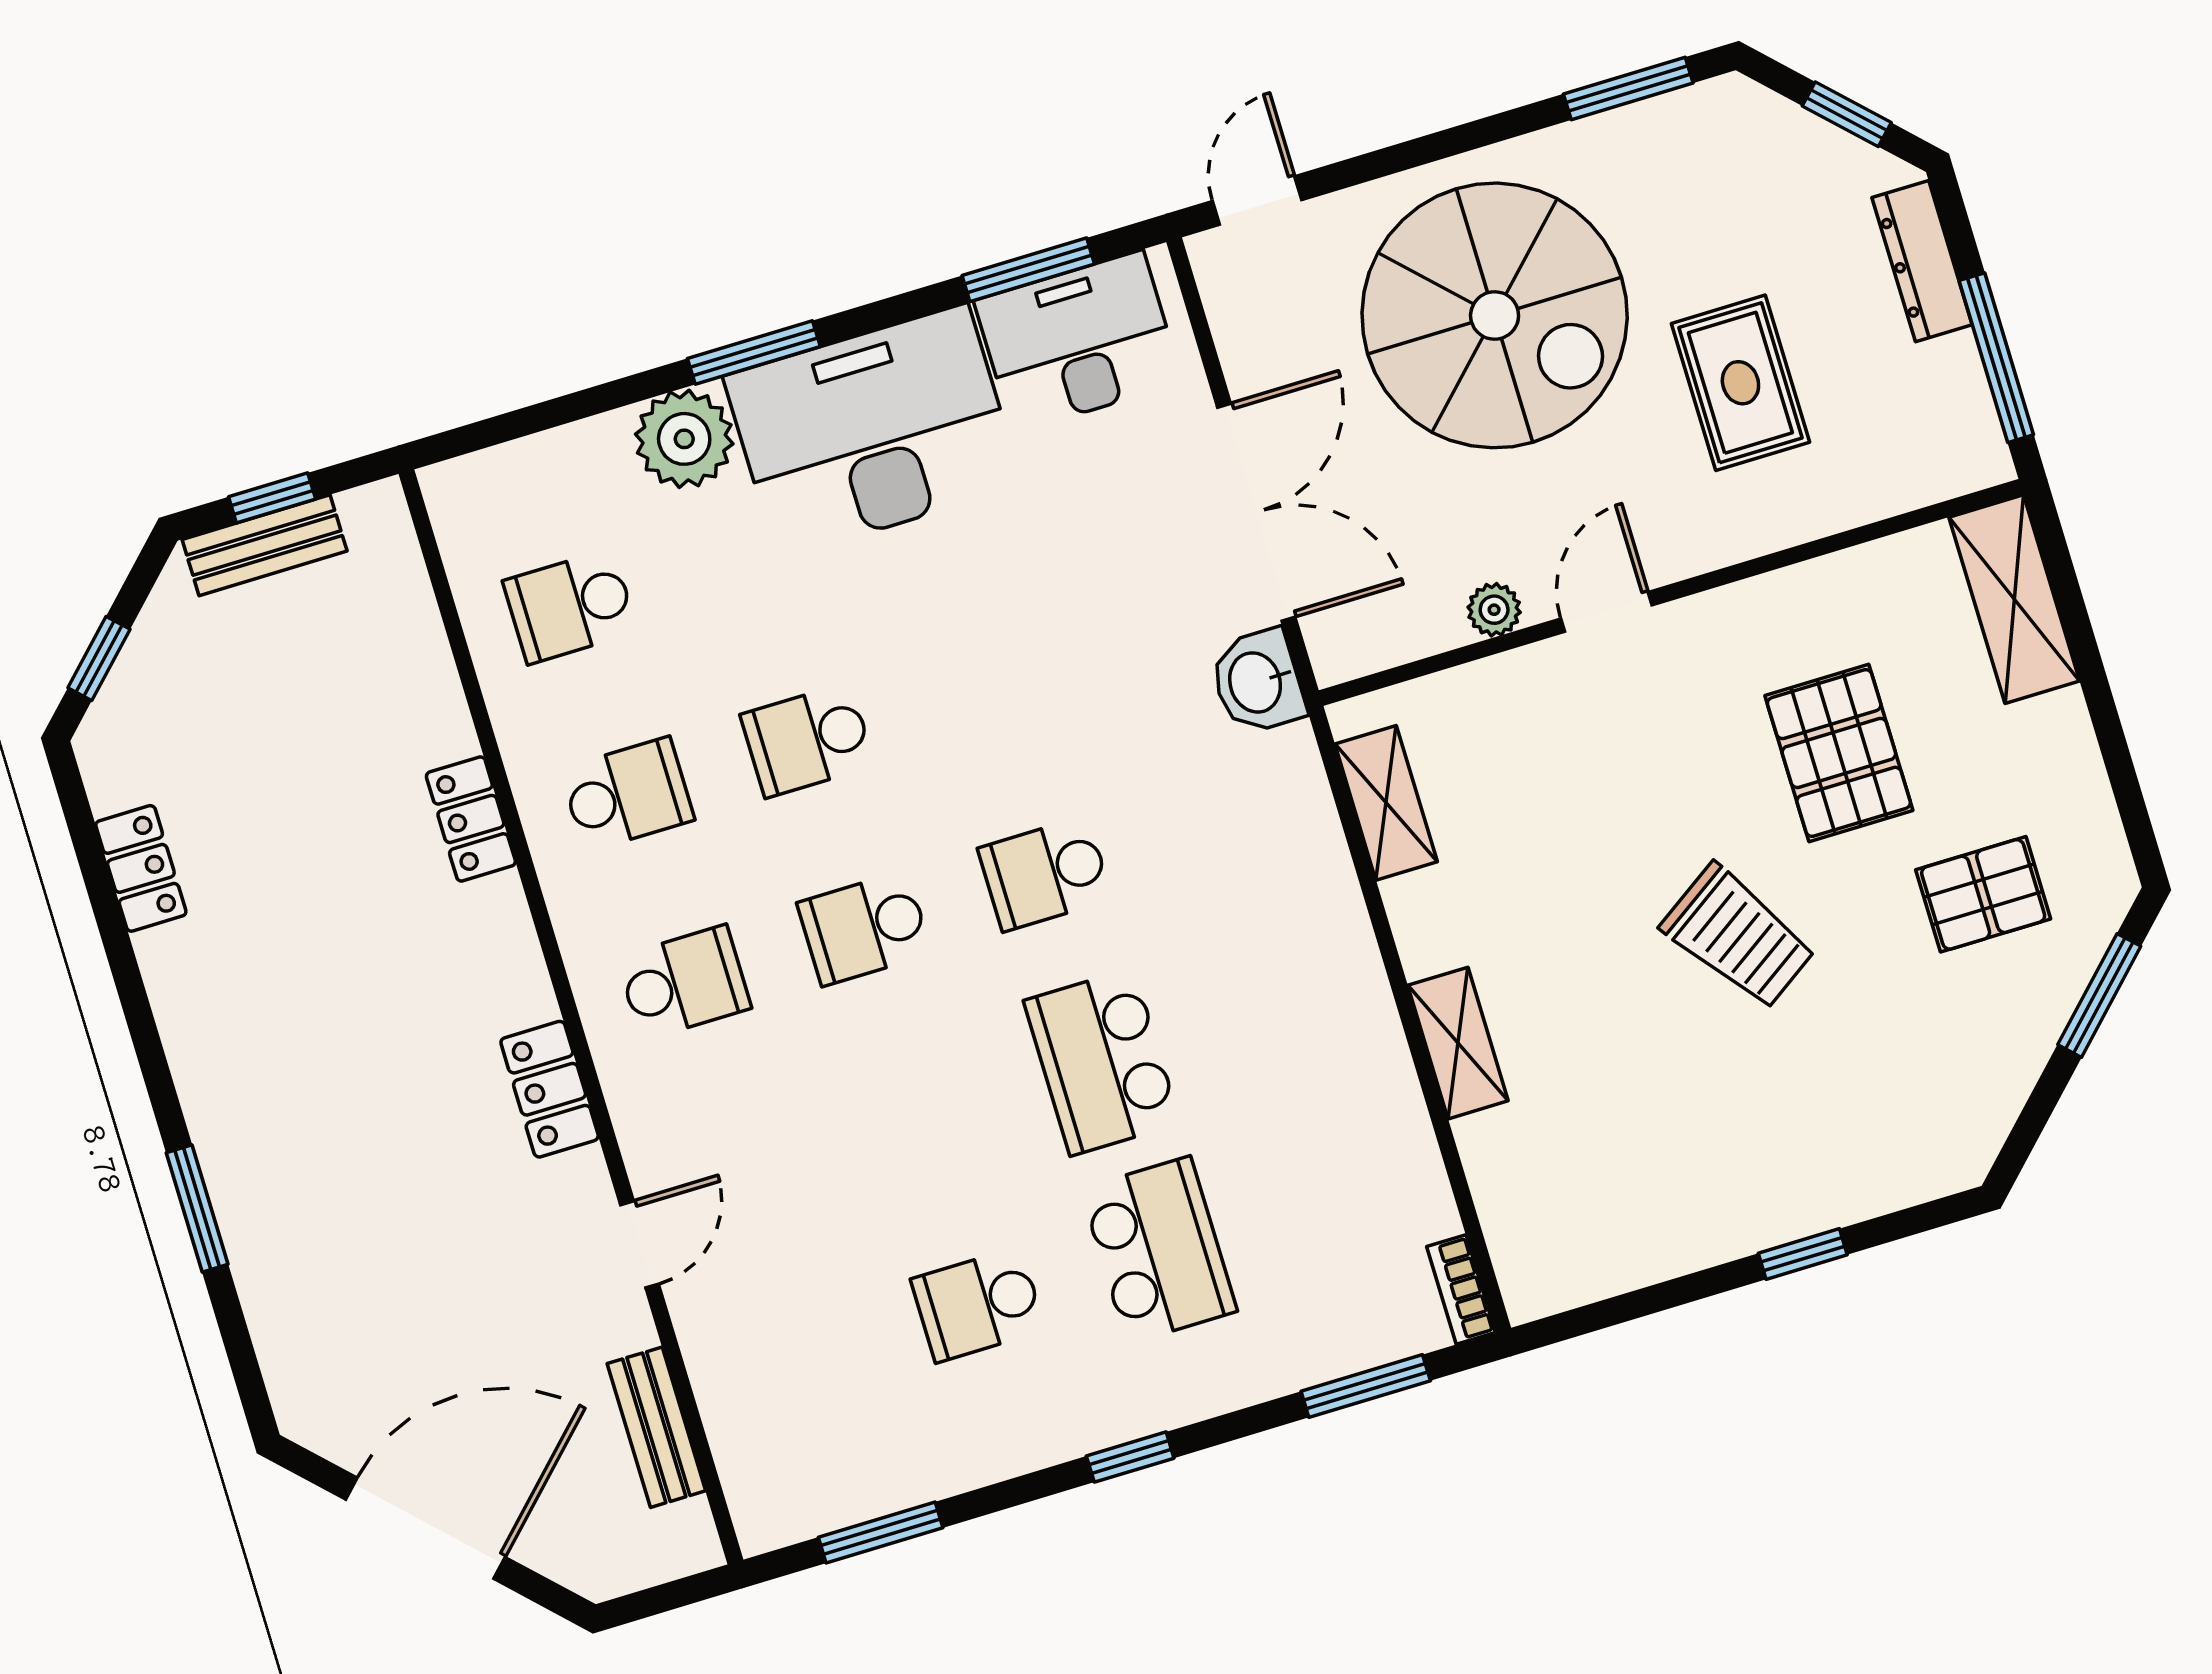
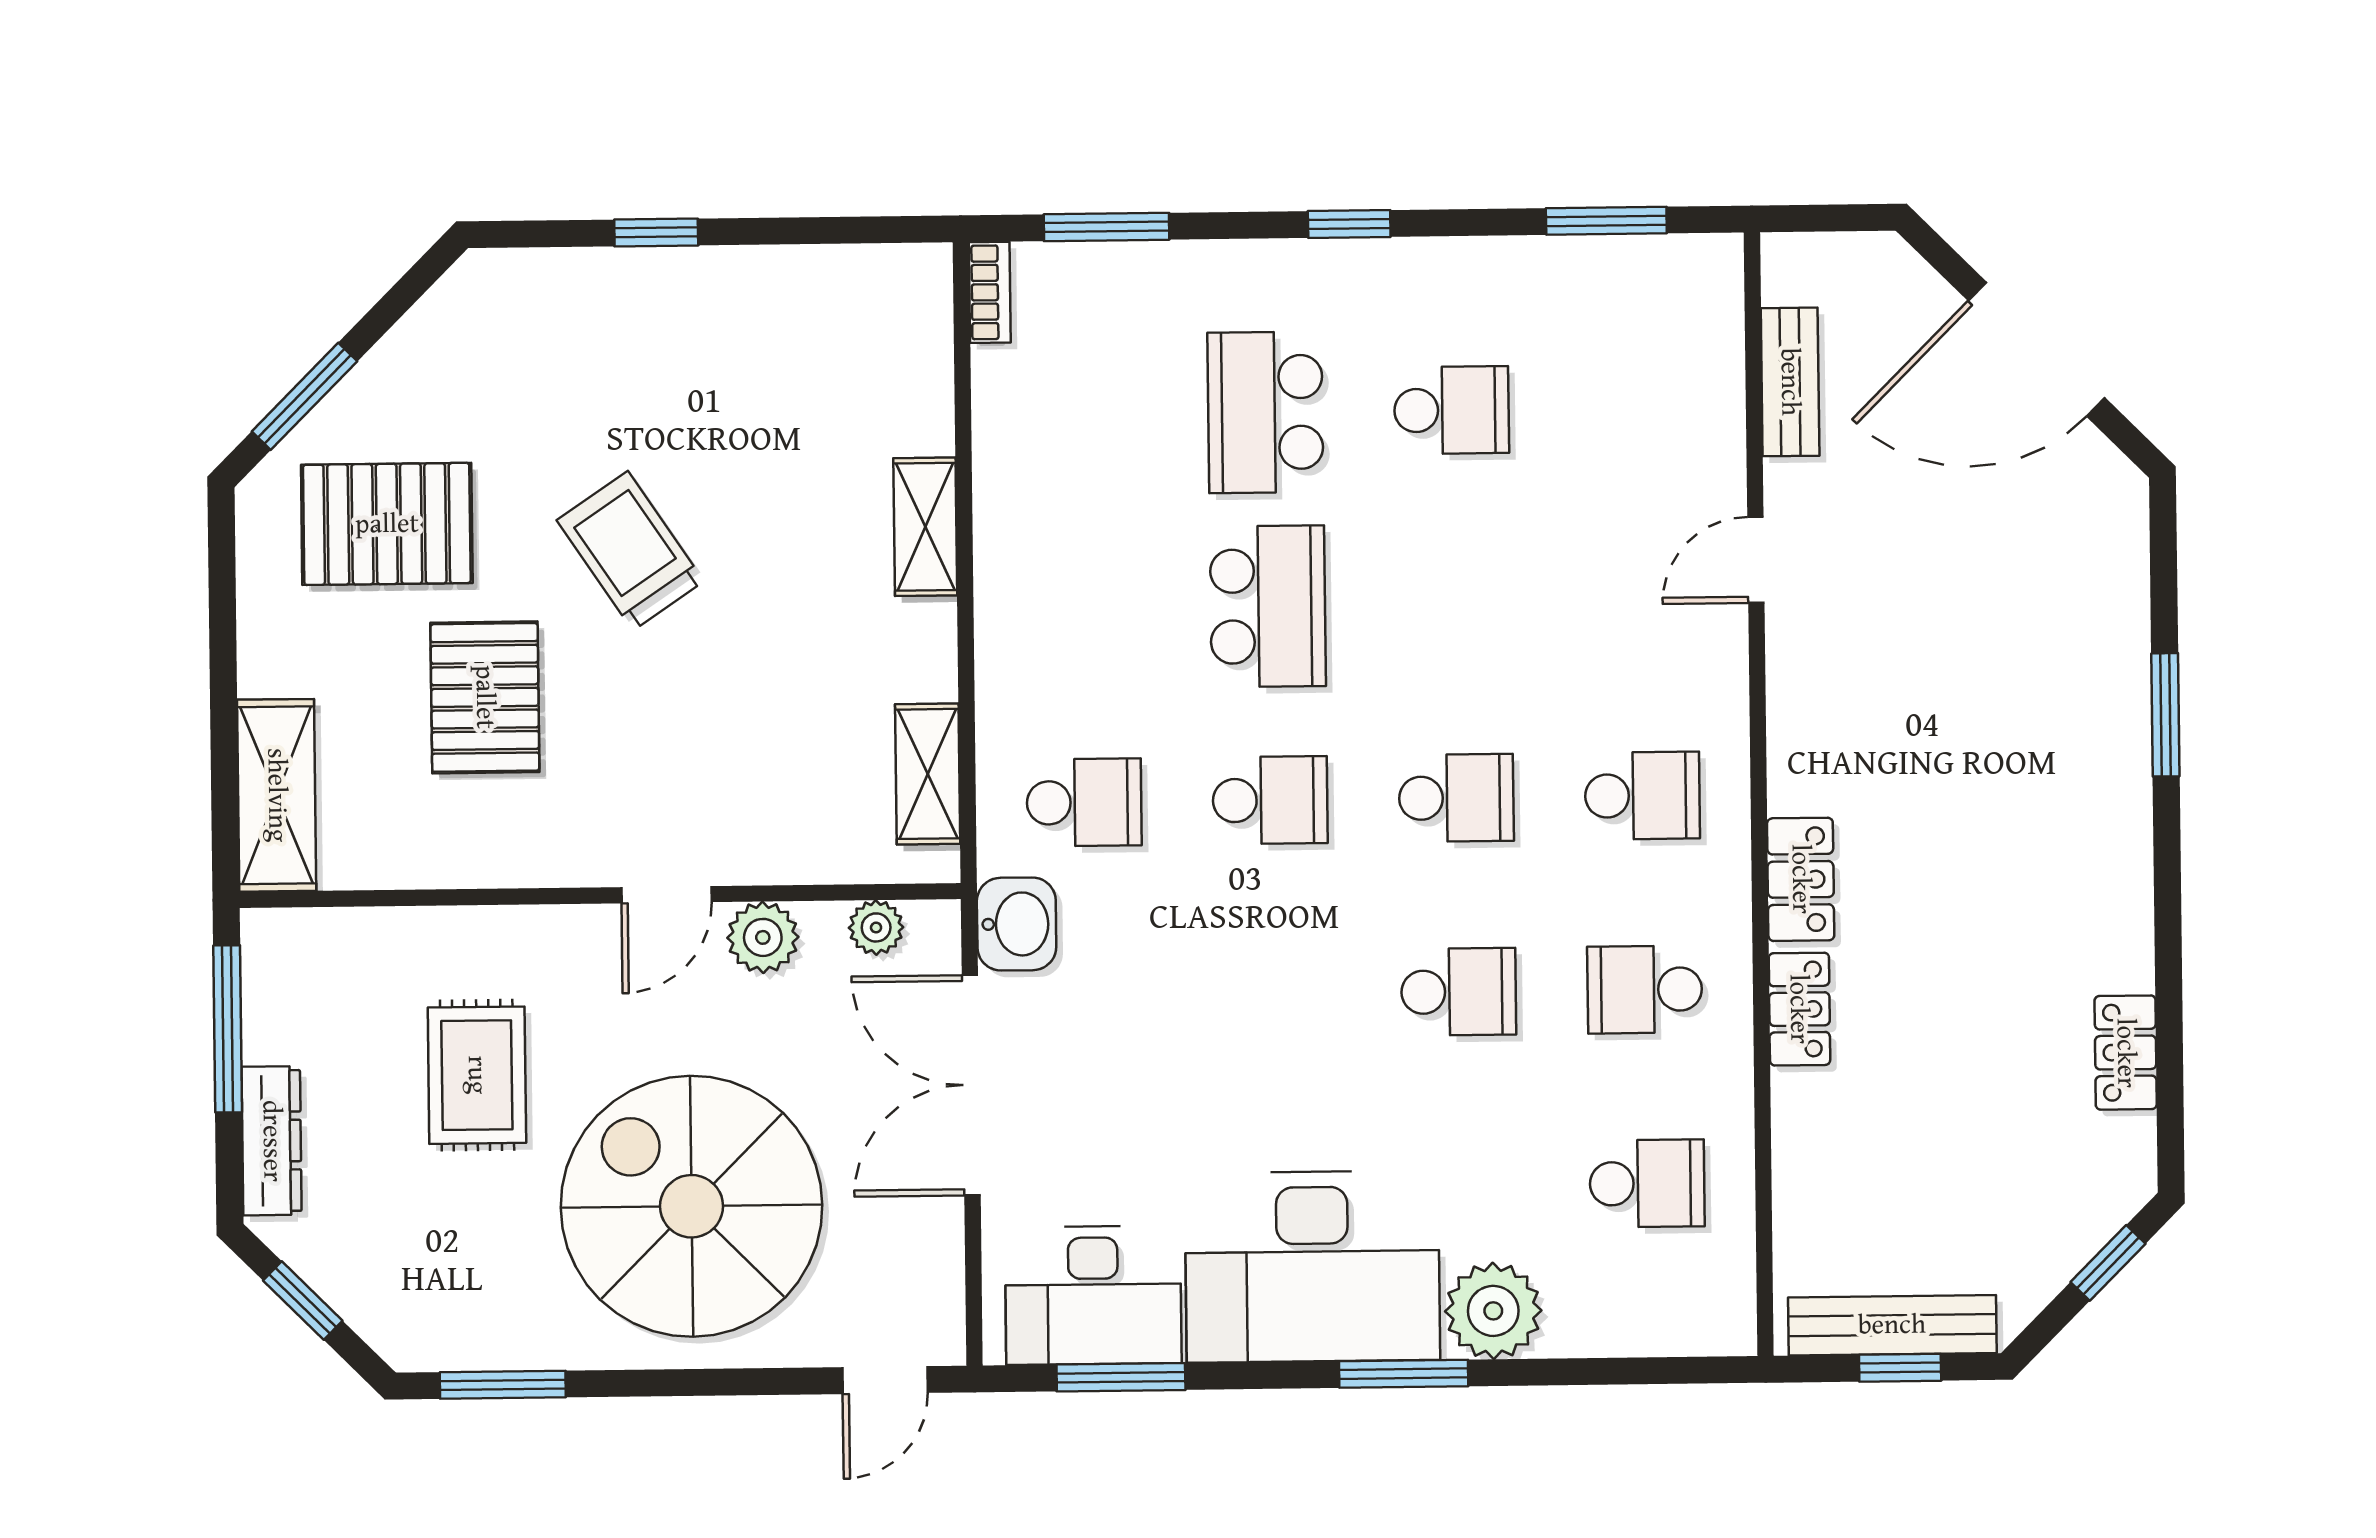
bench: (265, 545) -> (1892, 1325), width x1.36
plant: (1494, 610) -> (763, 937), width x1.38, depth x1.38
plant: (1393, 639) -> (876, 927), added
school desk: (1226, 819) -> (1084, 802), added
pallet: (1983, 894) -> (387, 524), width x1.50, depth x1.42
school desk: (684, 983) -> (1642, 796), turned 180
locker: (550, 1089) -> (1801, 879), moved

